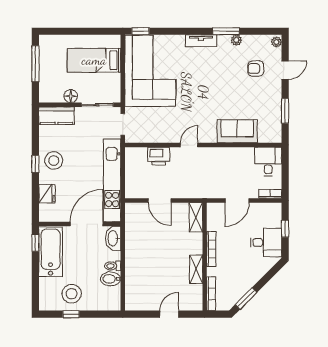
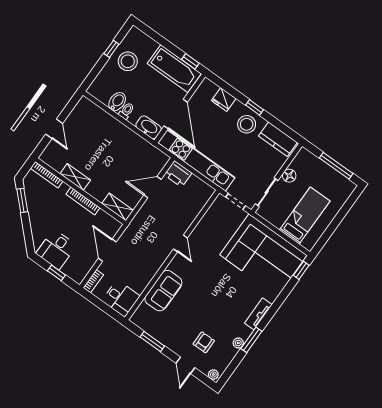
kitchen counter: (56, 116) -> (278, 139), moved, turned -90
printer: (158, 156) -> (178, 174), moved, turned -90

